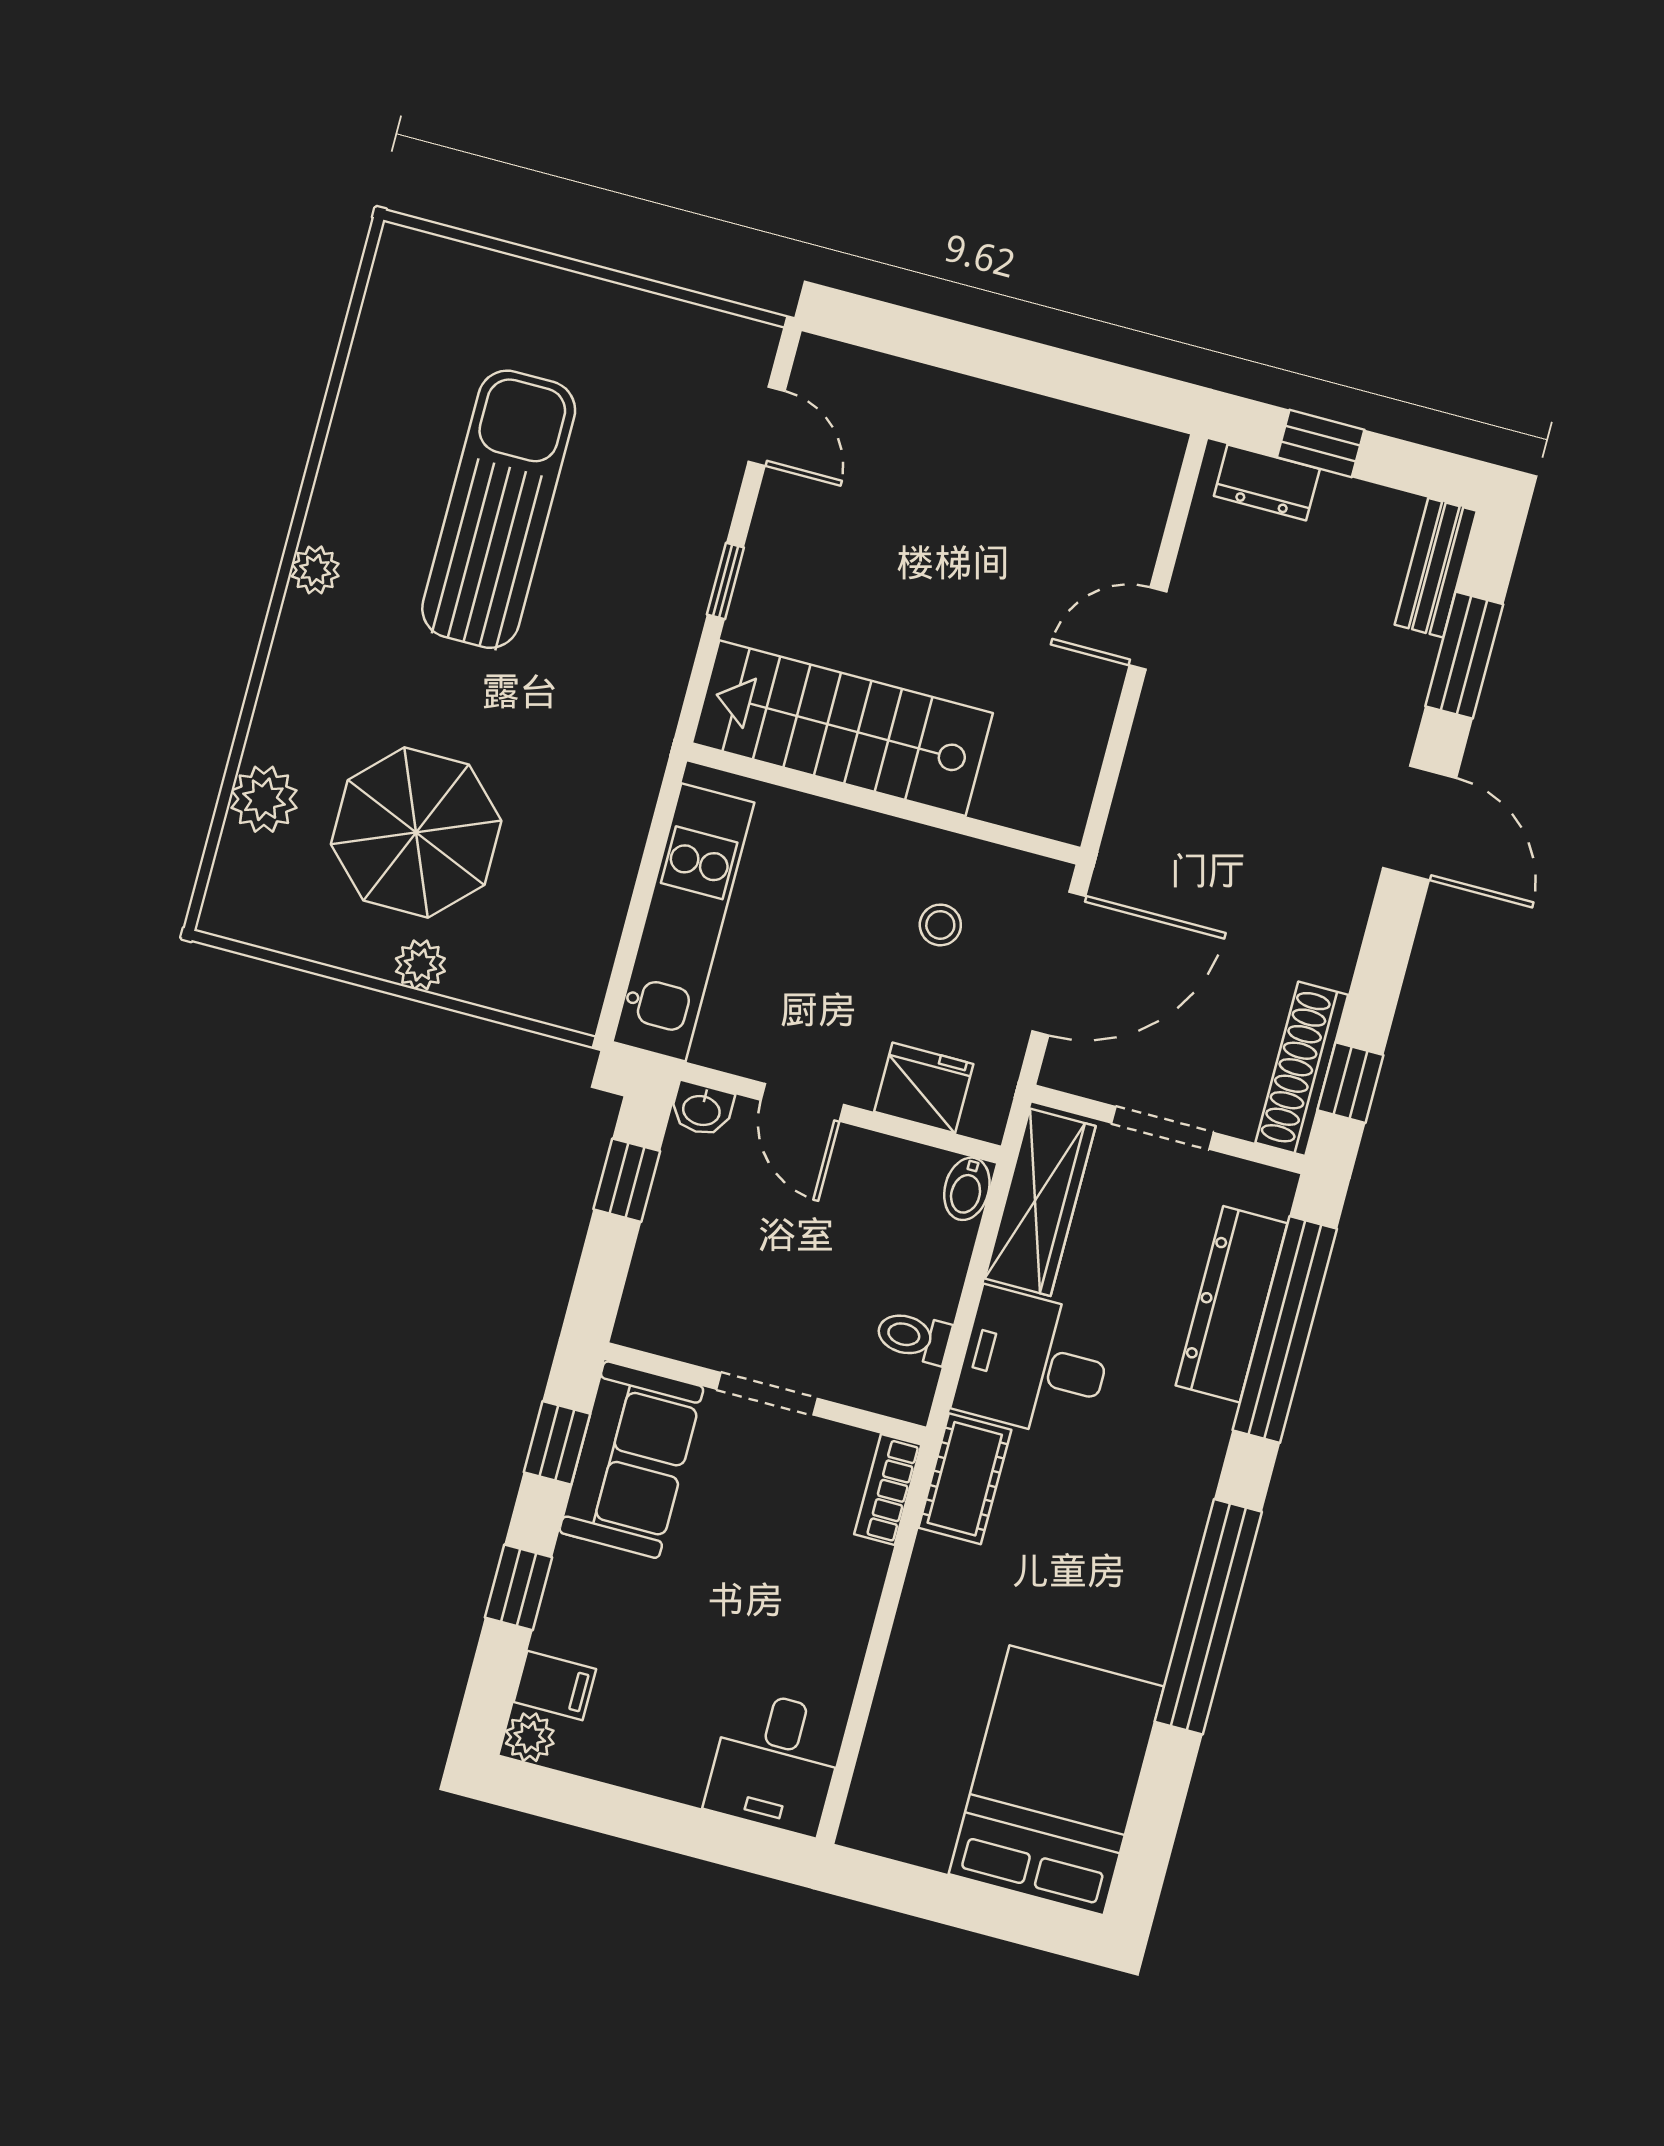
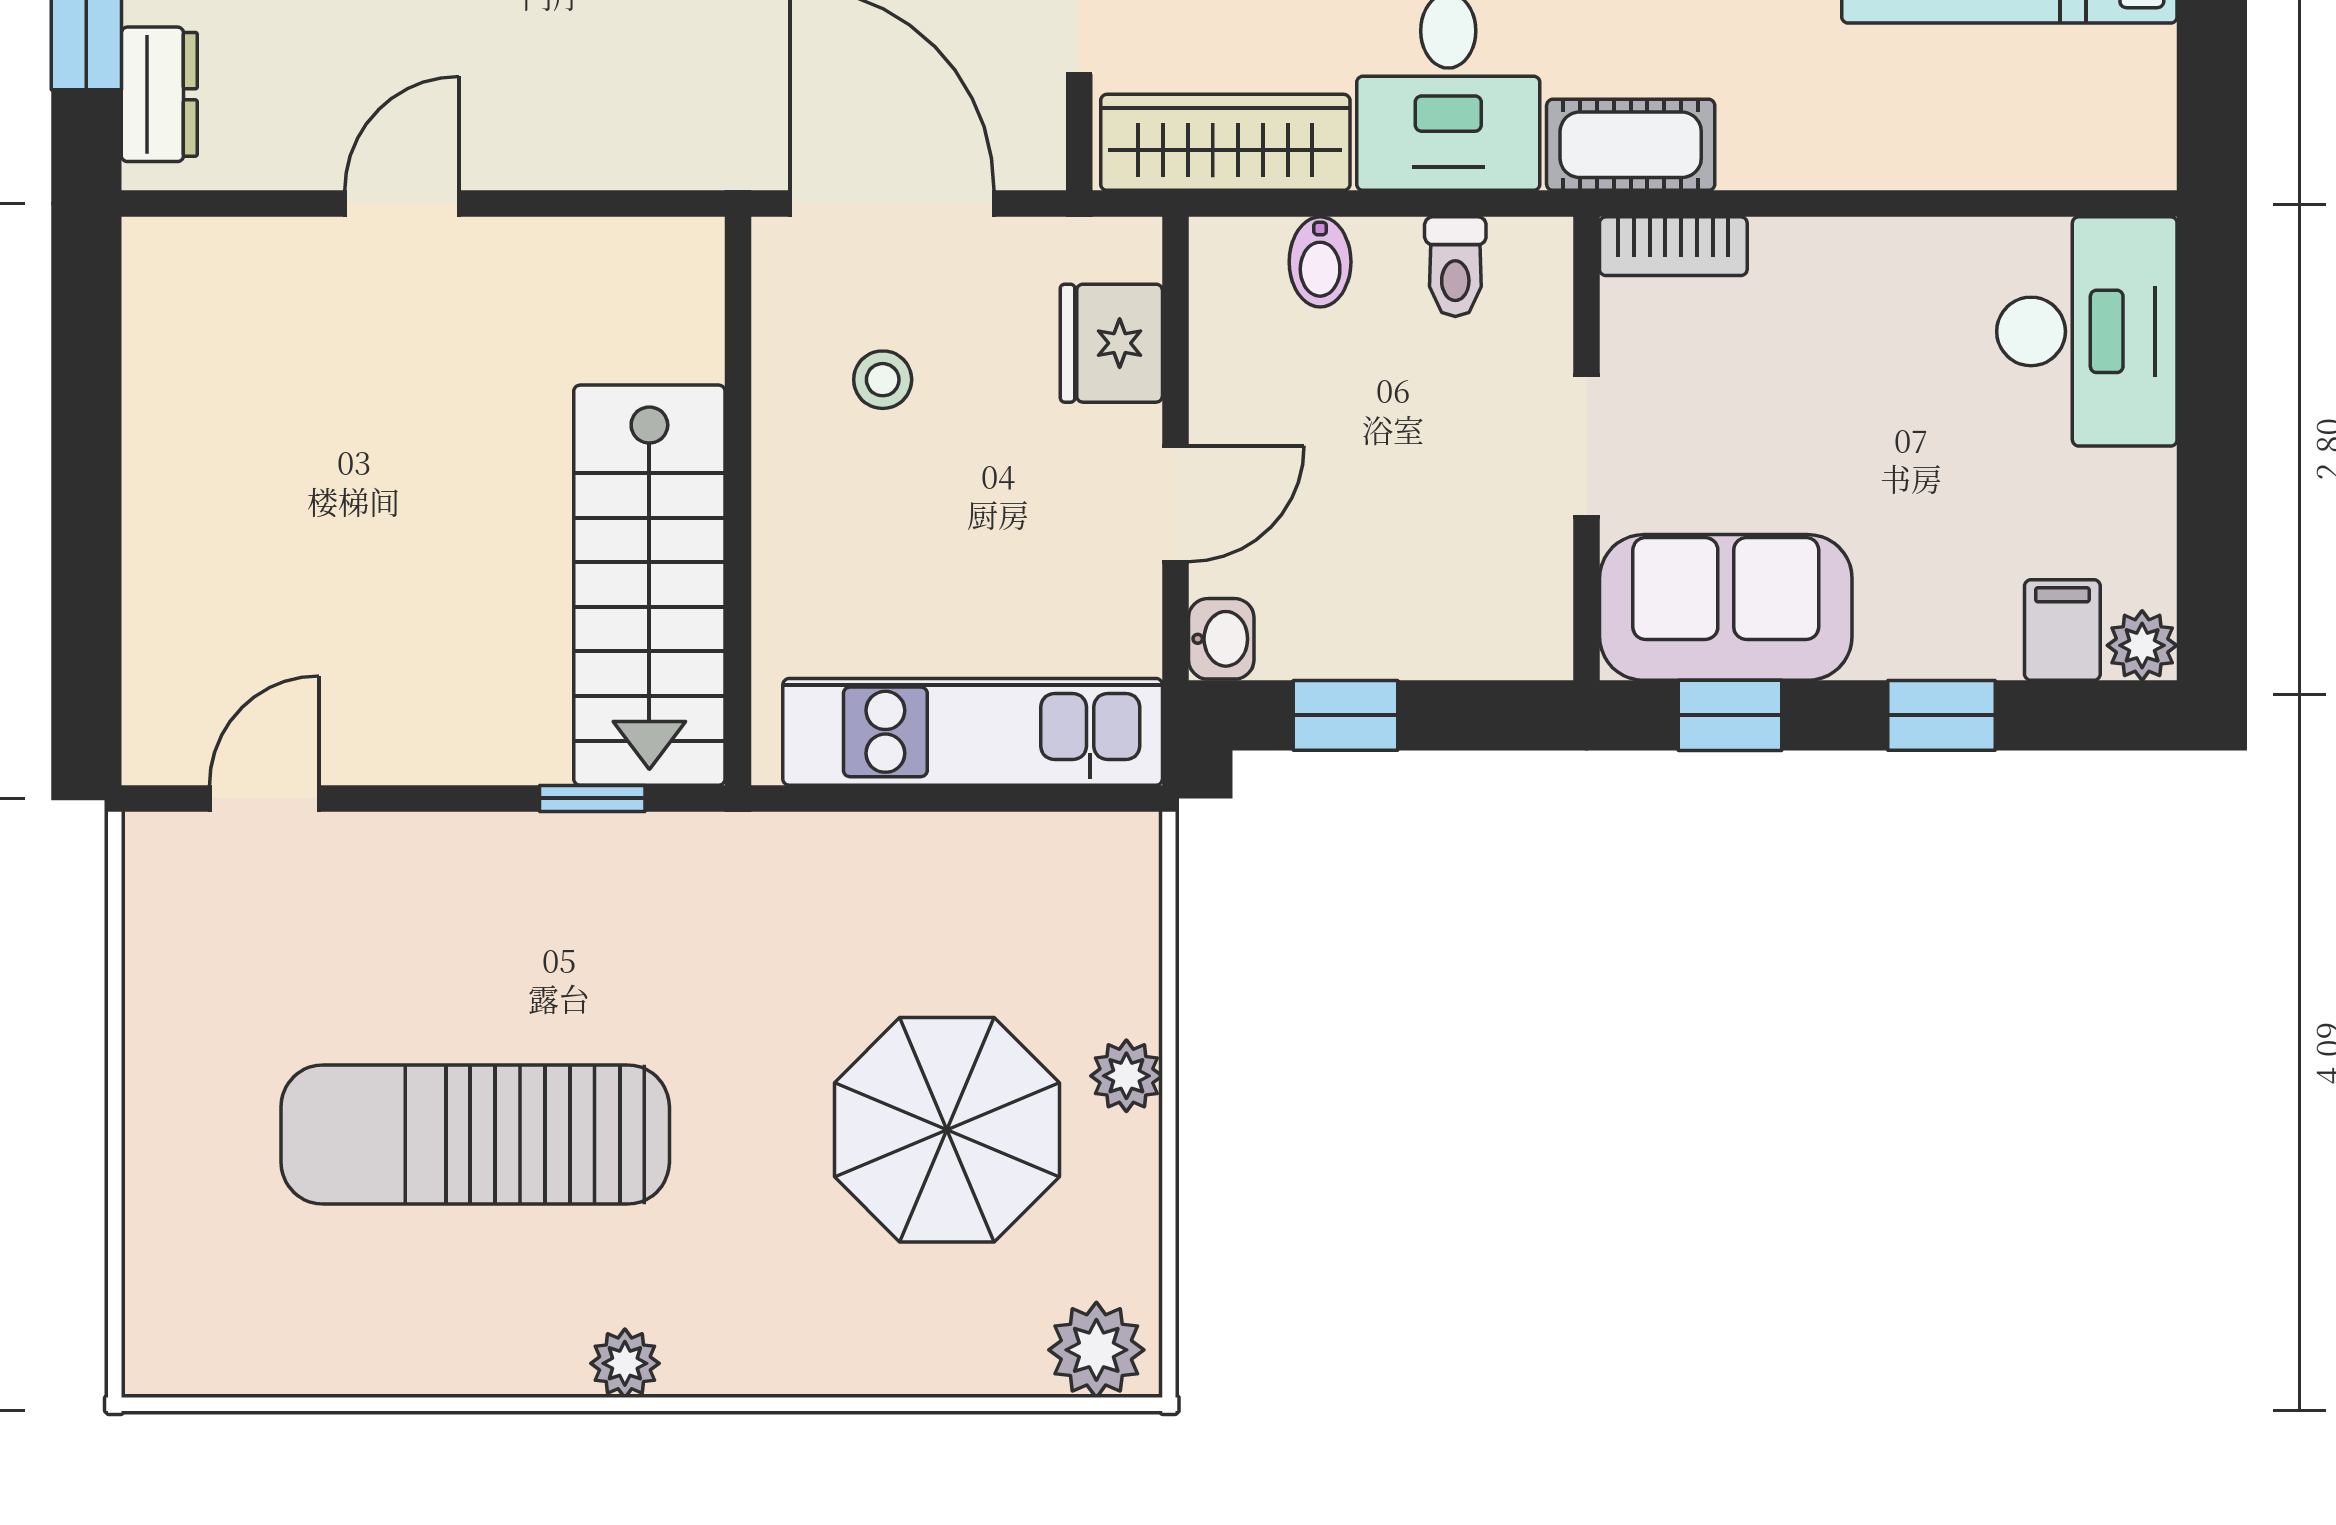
window: (725, 581) -> (592, 798), moved
door: (1148, 628) -> (402, 204), swing flipped
plant: (264, 799) -> (1096, 1350), moved
bidet: (967, 1189) -> (1320, 262), moved, turned 90
desk: (776, 1762) -> (2087, 331), width x1.37

